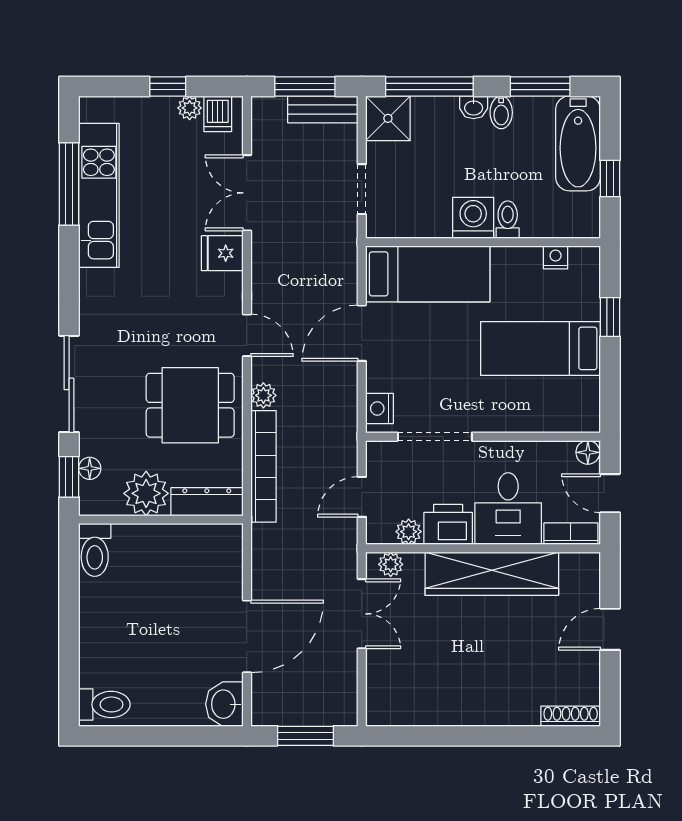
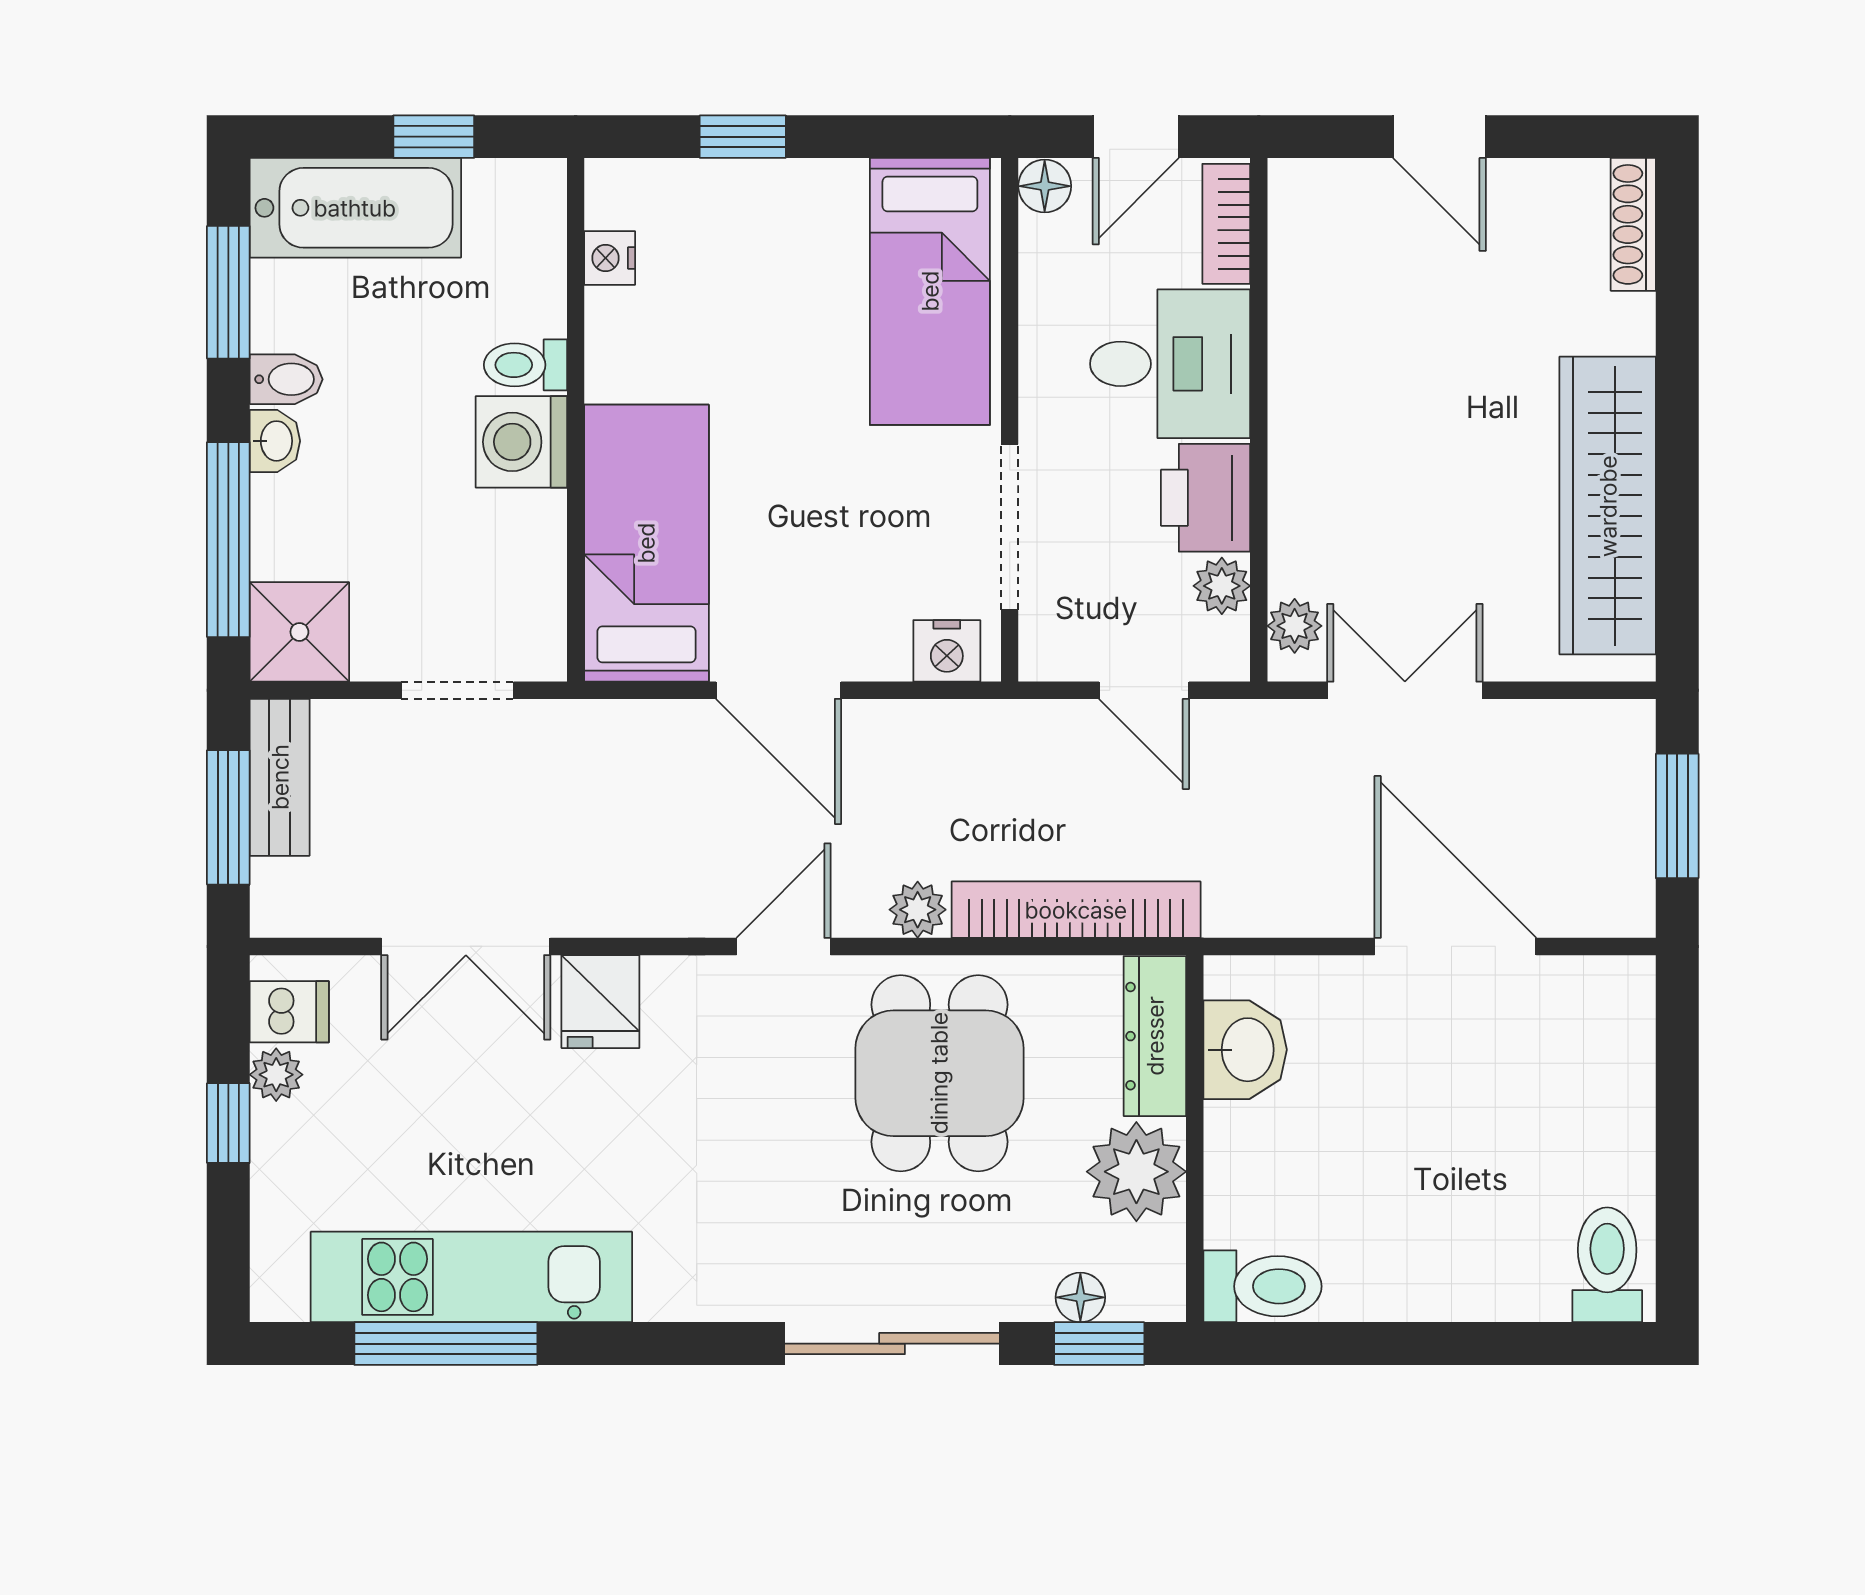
bed: (541, 348) -> (930, 291), moved
wardrobe: (492, 574) -> (1608, 506), moved, turned 180
washbasin: (224, 704) -> (1245, 1050), moved, turned -90

